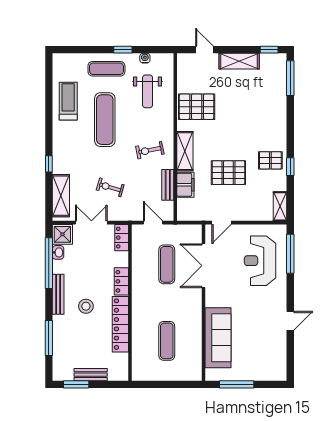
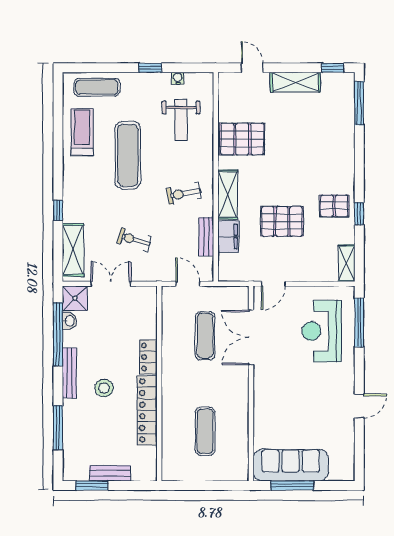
exercise mat: (106, 69) -> (97, 87), moved
locker: (122, 238) -> (149, 302), removed
sofa: (218, 338) -> (291, 465), moved, turned -90

